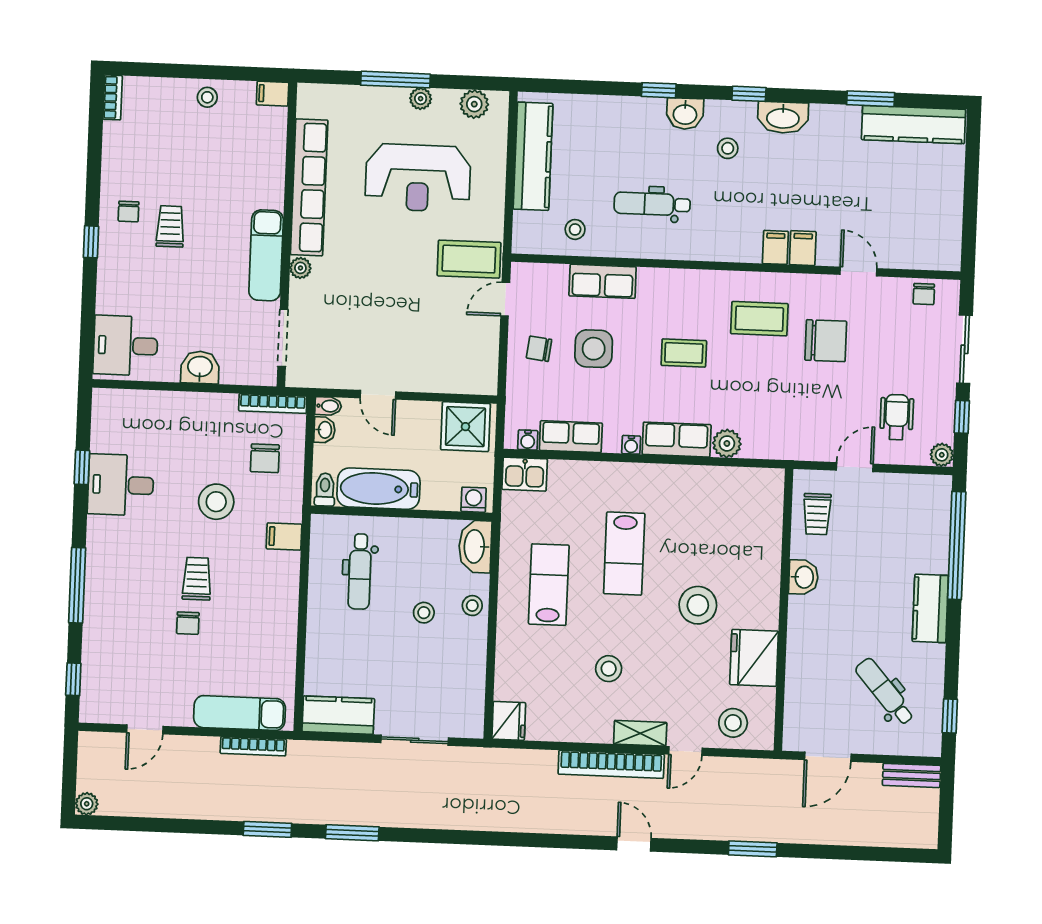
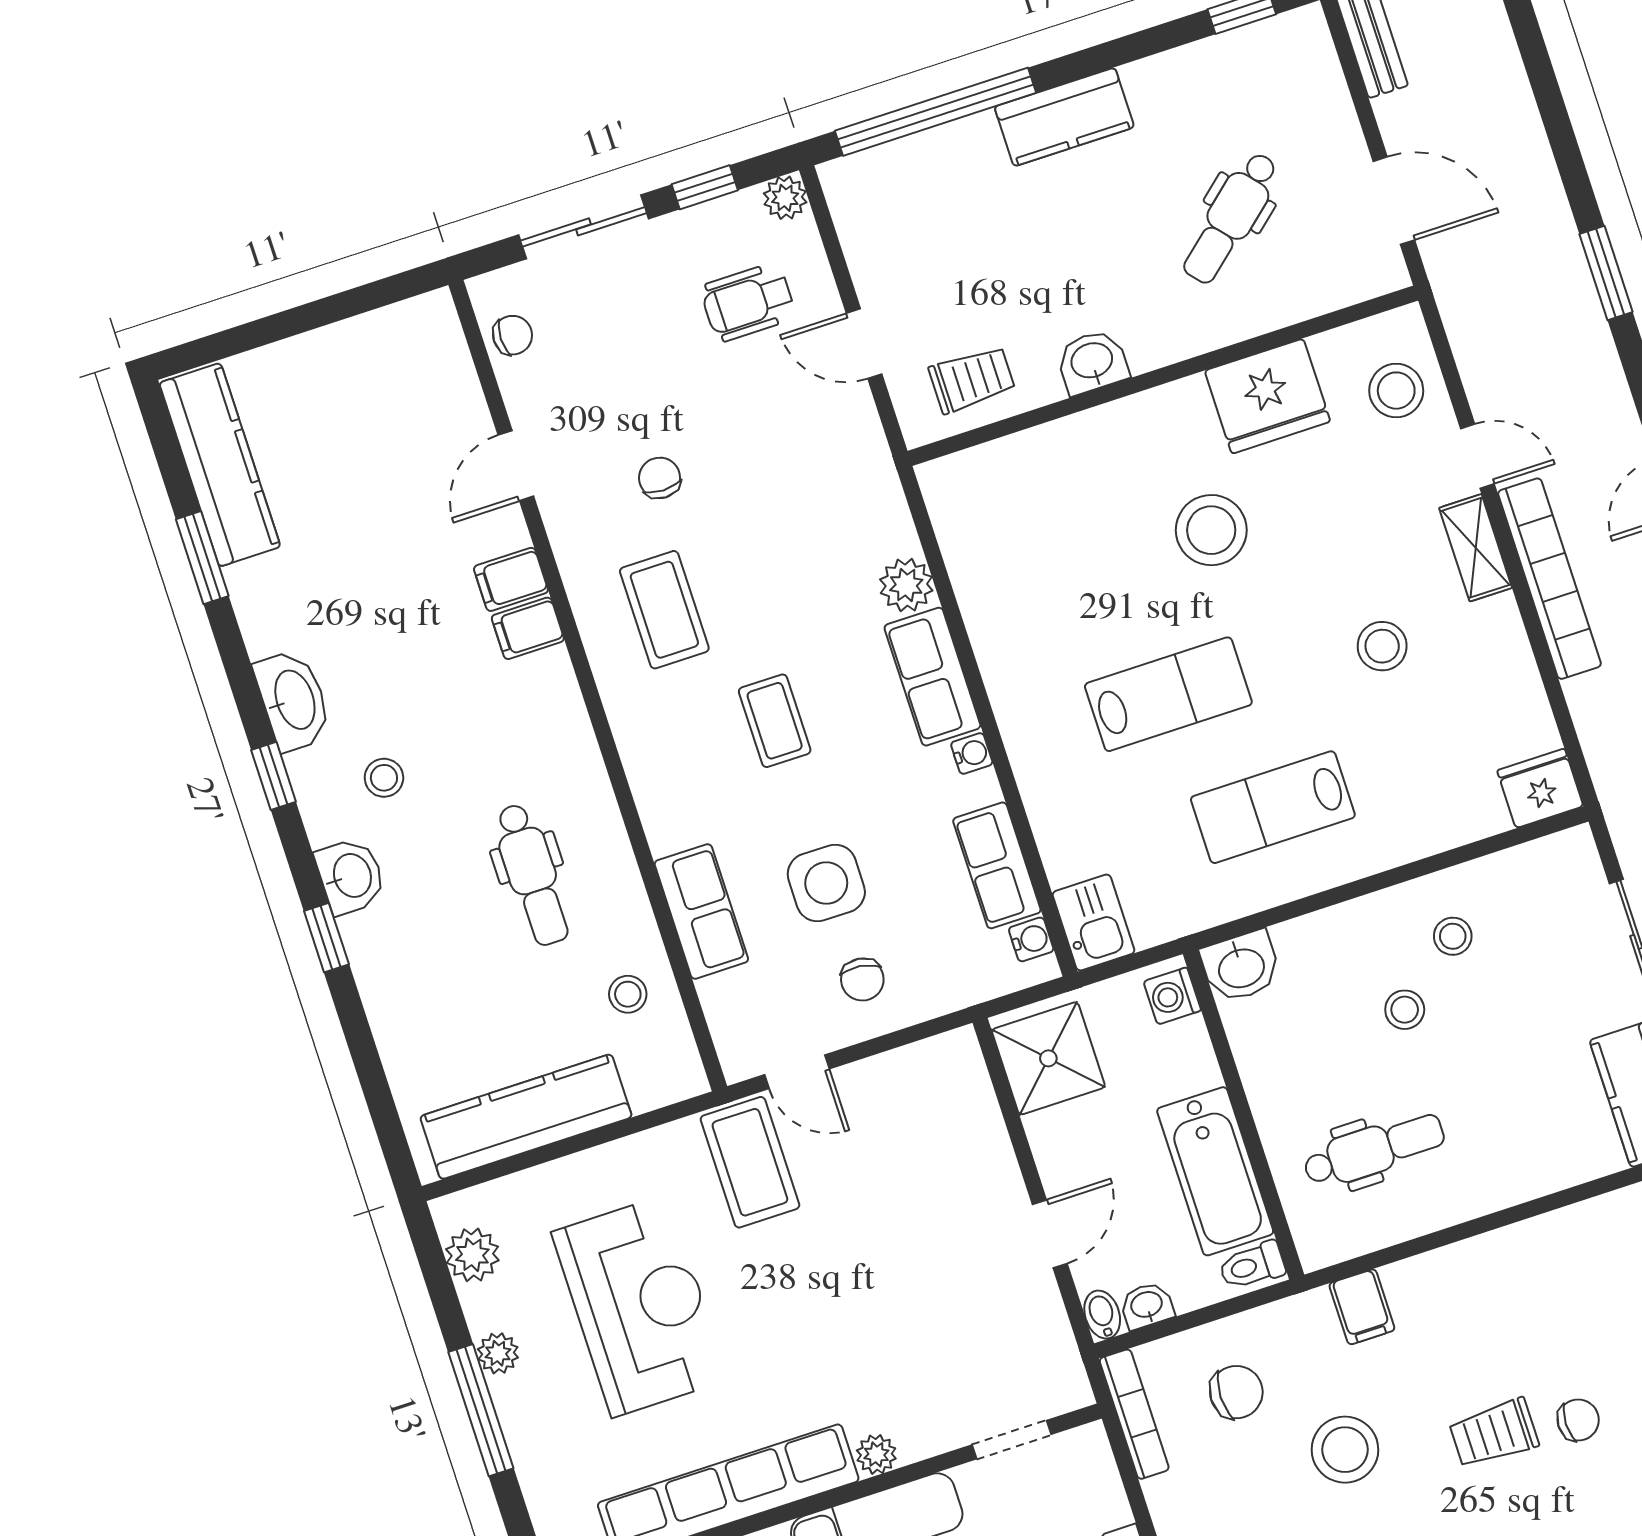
doorway: (283, 338) -> (1012, 1440), width x0.73
chair: (826, 341) -> (660, 478), width x0.54, depth x0.54
washbasin: (475, 546) -> (1241, 967), width x0.72
stool: (472, 606) -> (1453, 936), moved
dental chair: (885, 692) -> (1231, 218), moved

